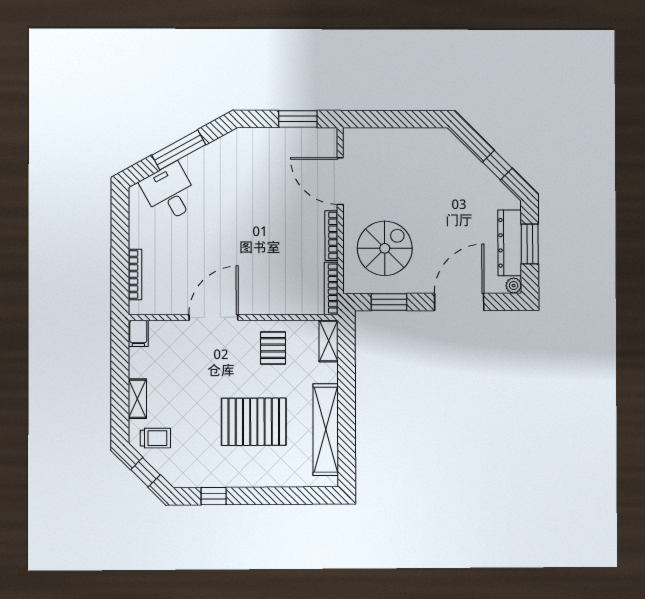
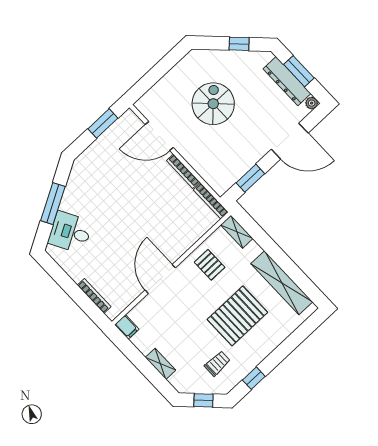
spiral stairs: (385, 248) -> (213, 104), moved
door: (459, 302) -> (290, 141), swing flipped
trolley: (155, 438) -> (217, 363), moved

